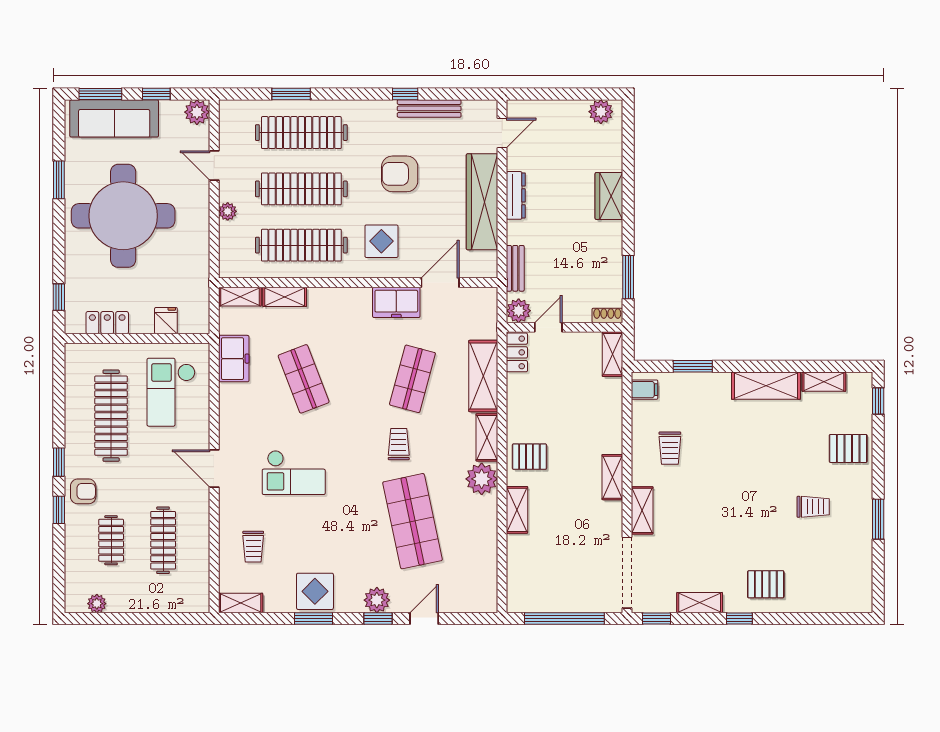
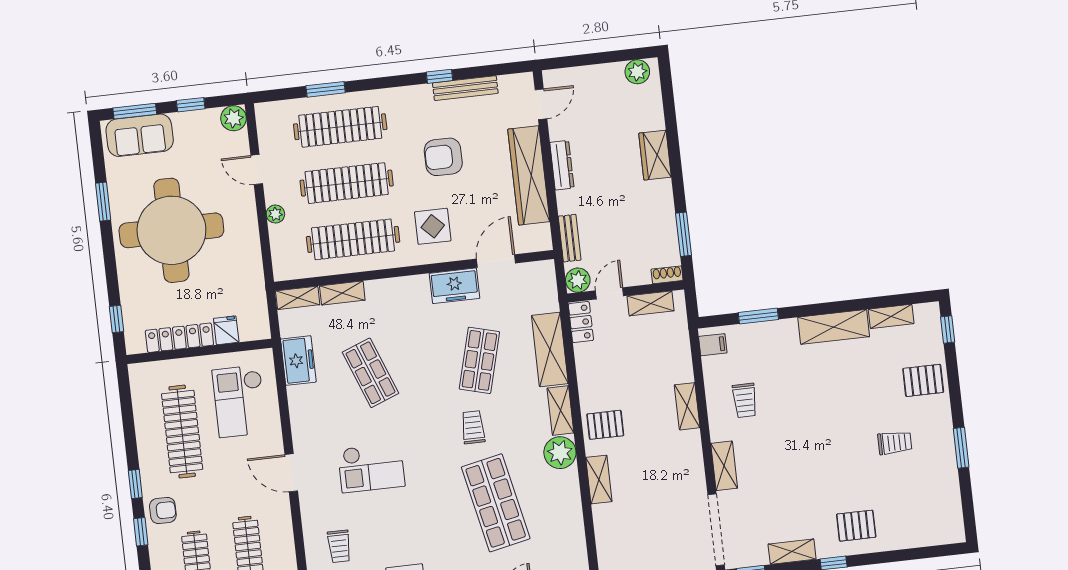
sofa: (114, 118) -> (140, 135), width x0.73
locker: (107, 323) -> (179, 338), width x1.53
shelving: (612, 354) -> (651, 303), moved, turned 90
shelving: (612, 477) -> (687, 406), moved

